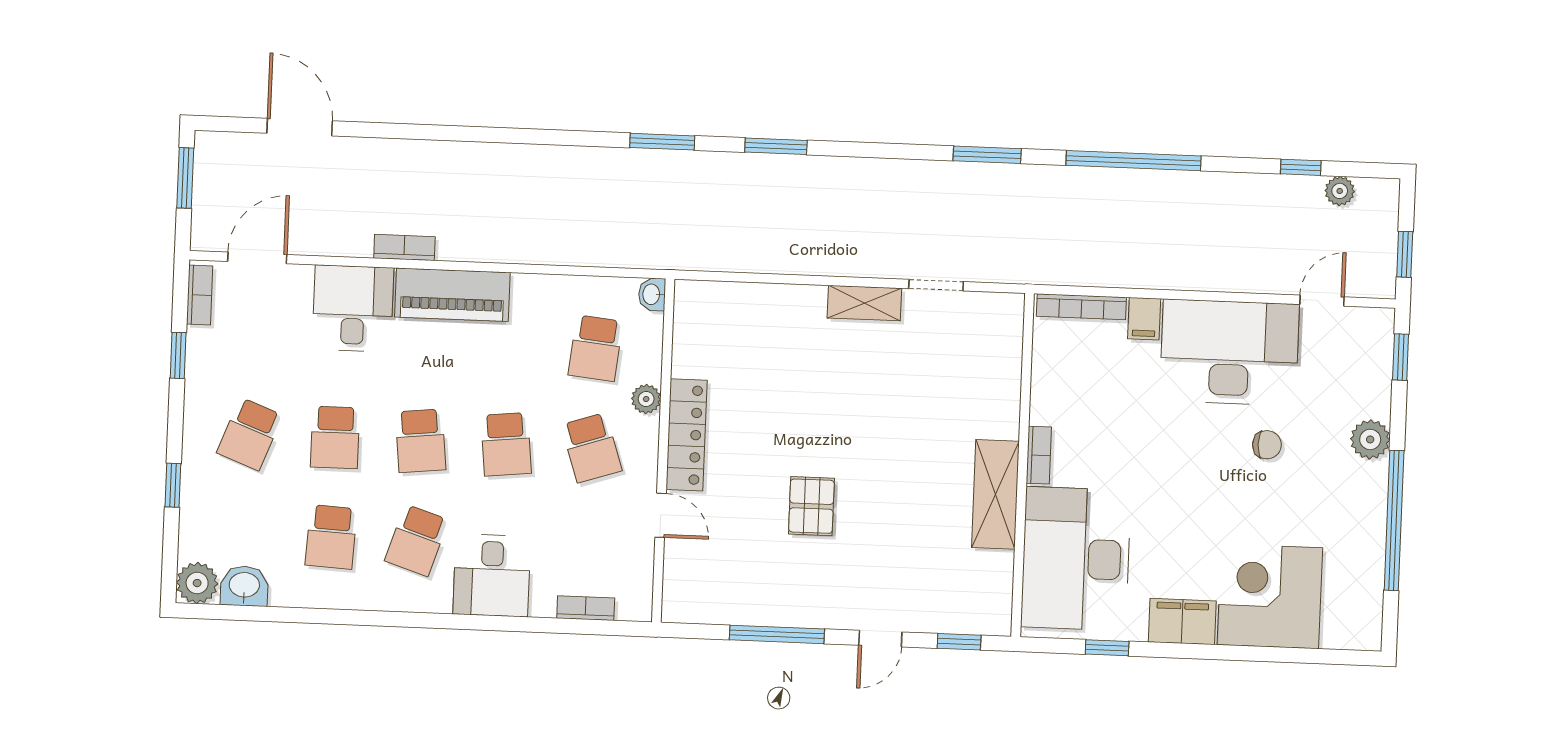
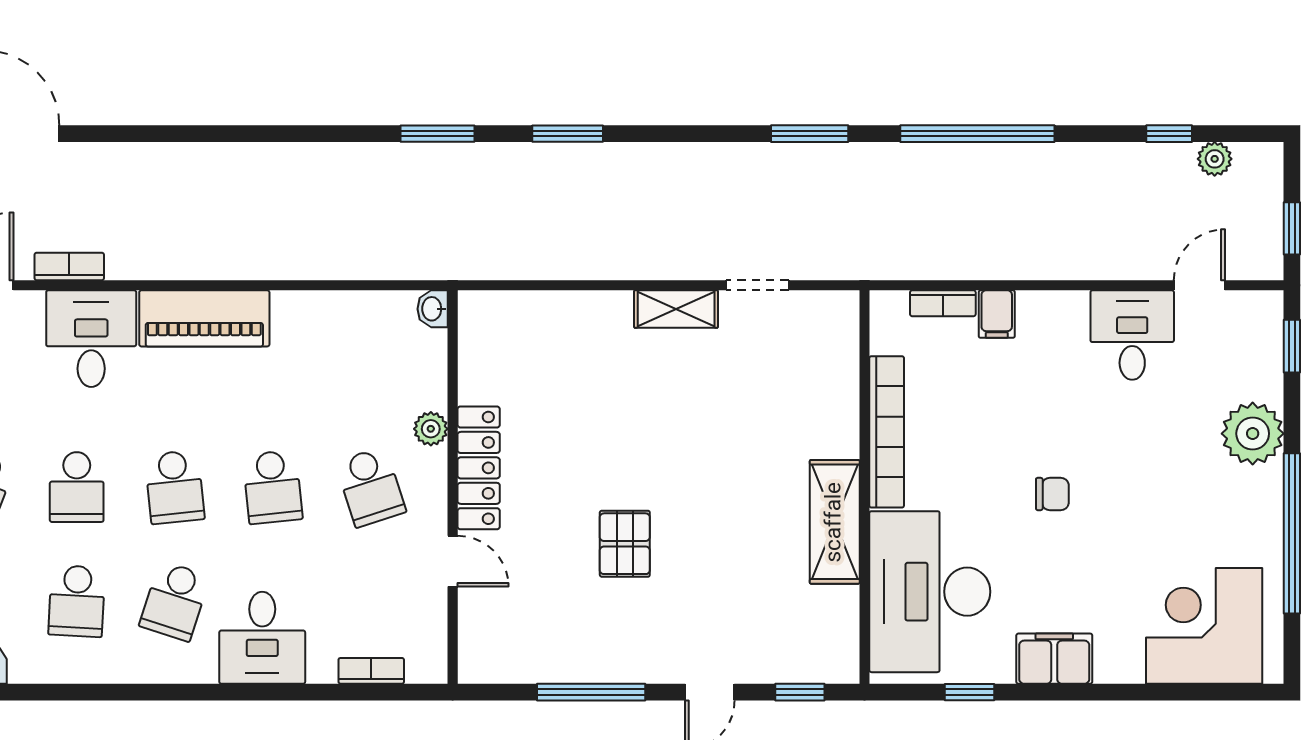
bookcase: (404, 247) -> (69, 266), moved
bookcase: (1081, 307) -> (943, 303), width x0.64
school desk: (596, 348) -> (371, 373), removed
desk: (1229, 352) -> (1132, 335), width x0.53, depth x0.77
plant: (1370, 439) -> (1253, 434), width x1.36, depth x1.36
chair: (1267, 445) -> (1052, 494), moved
bookcase: (1039, 455) -> (887, 432), width x2.31, depth x1.31
corner desk: (1270, 596) -> (1204, 626), moved

